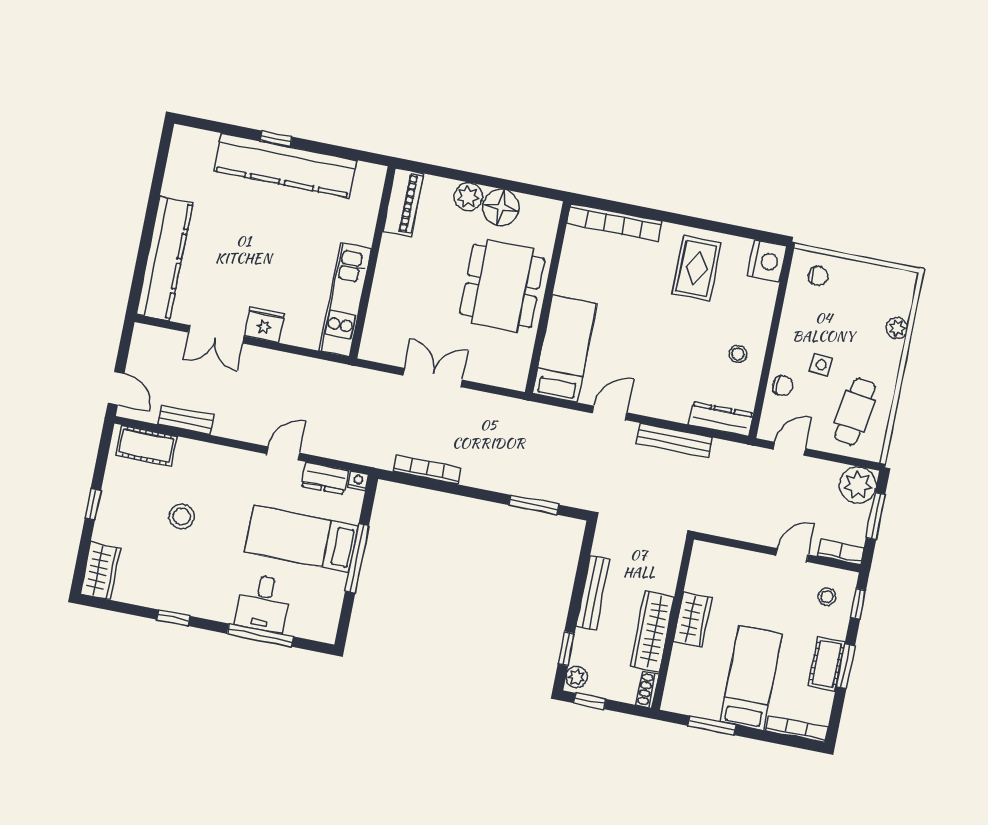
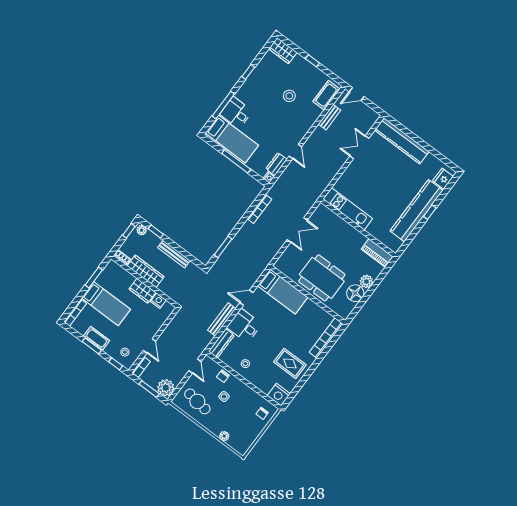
fridge: (264, 325) -> (443, 179), moved, turned 180
desk: (666, 391) -> (244, 326), added
door: (610, 413) -> (246, 298), swing flipped
bed: (301, 539) -> (232, 139), moved, turned 90
nightstand: (697, 580) -> (158, 301), added

